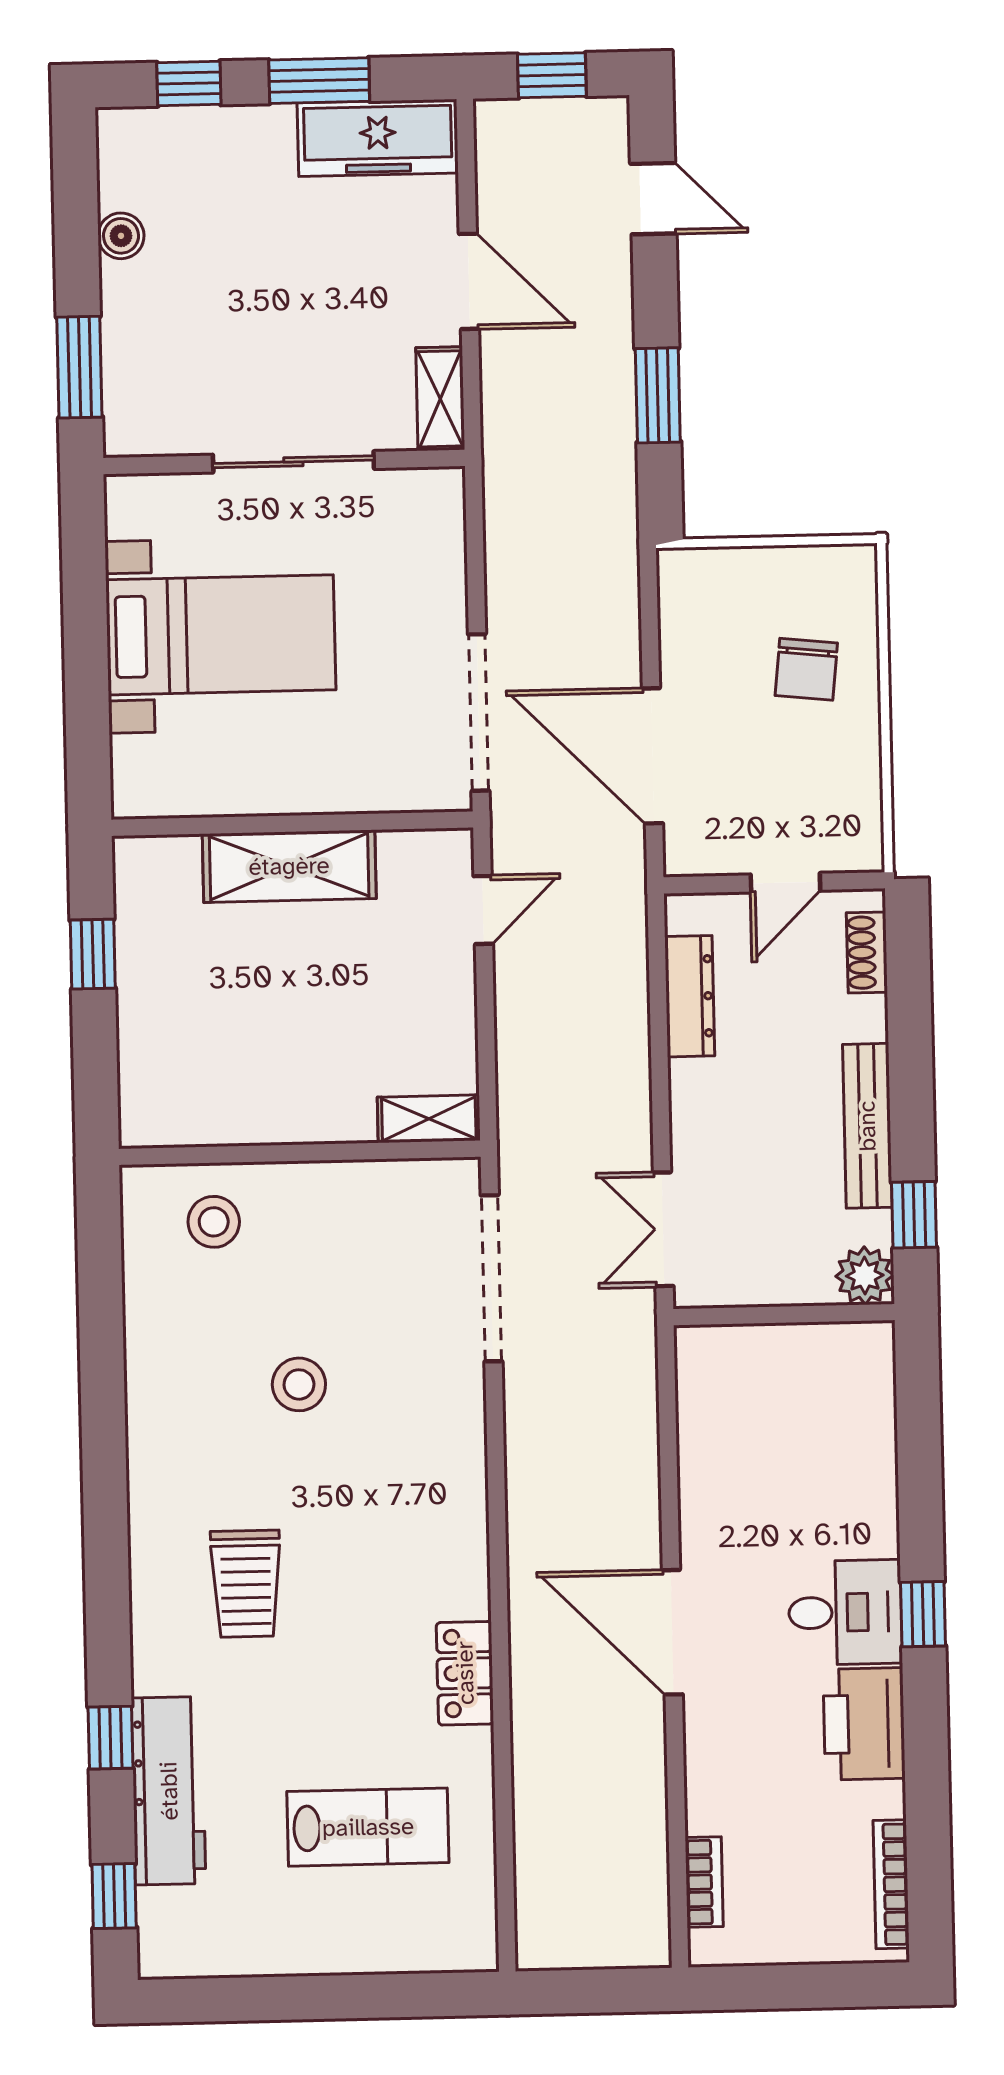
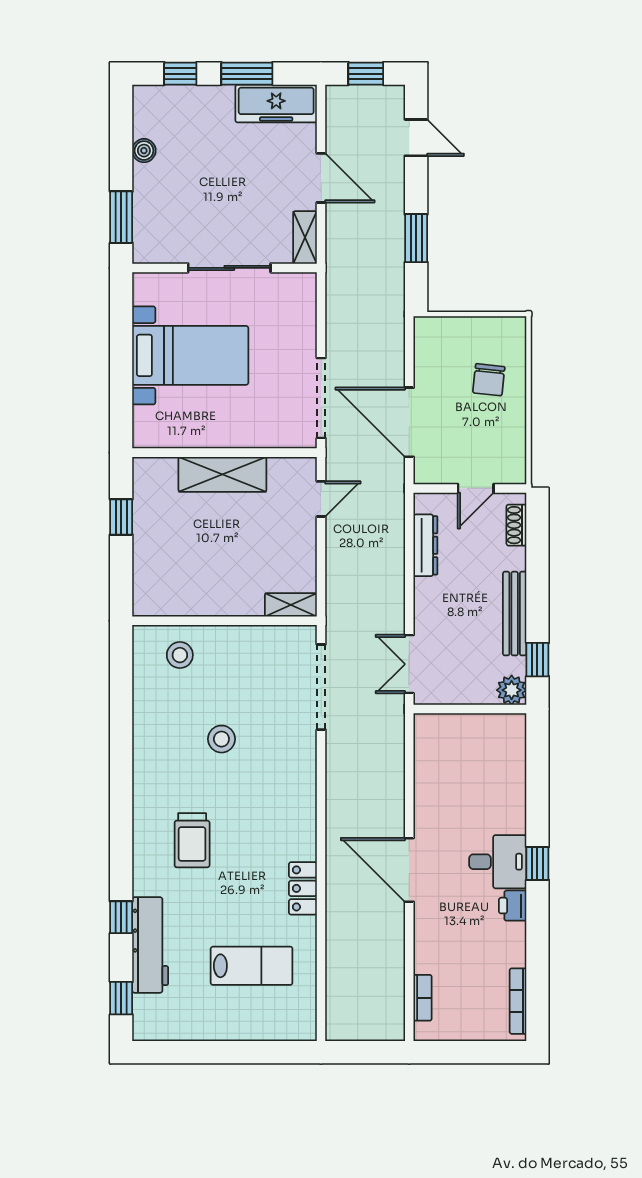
printer: (864, 1724) -> (513, 906), width x0.53, depth x0.68

